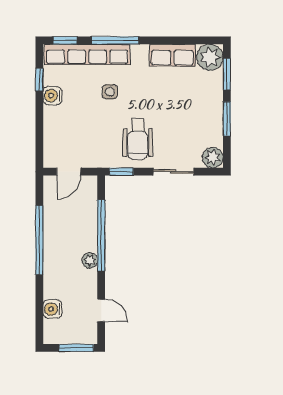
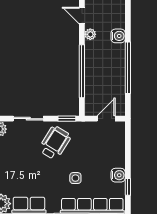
wheelchair: (138, 139) -> (55, 143), turned 32
plant: (90, 260) -> (90, 34), moved
water cooler: (52, 309) -> (118, 36), moved

